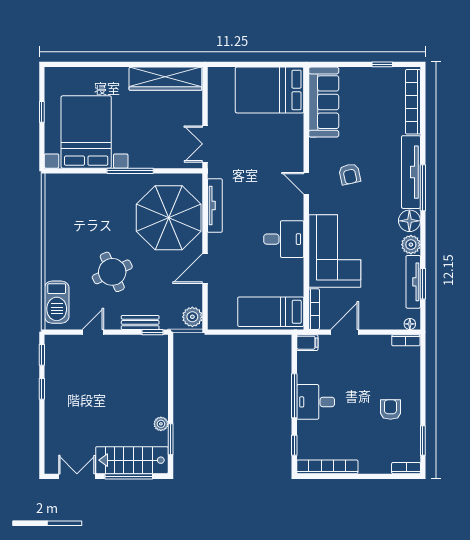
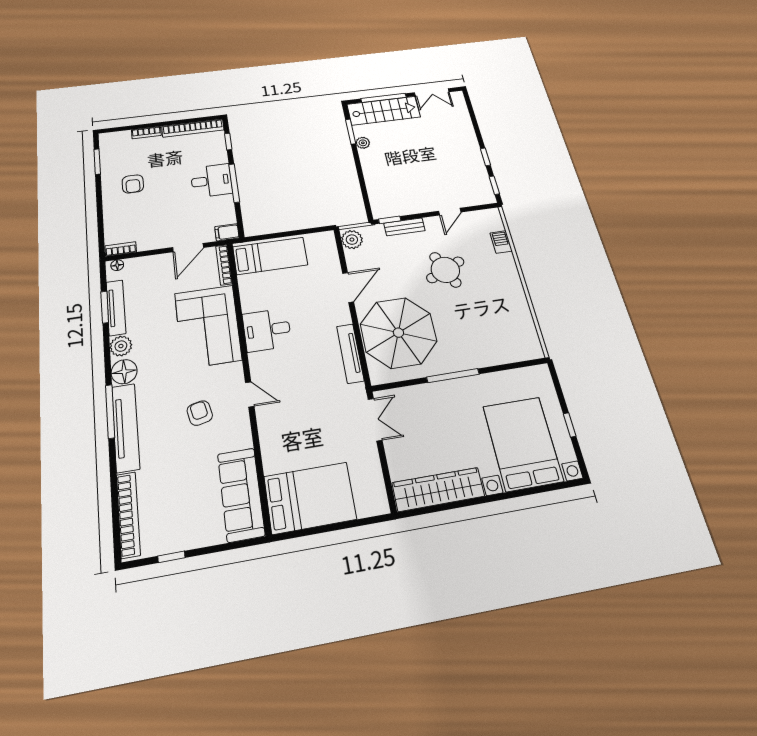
bed with nightstands: (86, 132) -> (523, 444), moved, turned 180
barbecue: (57, 302) -> (501, 242), width x0.53, depth x0.65
bookcase: (406, 468) -> (146, 133), moved

